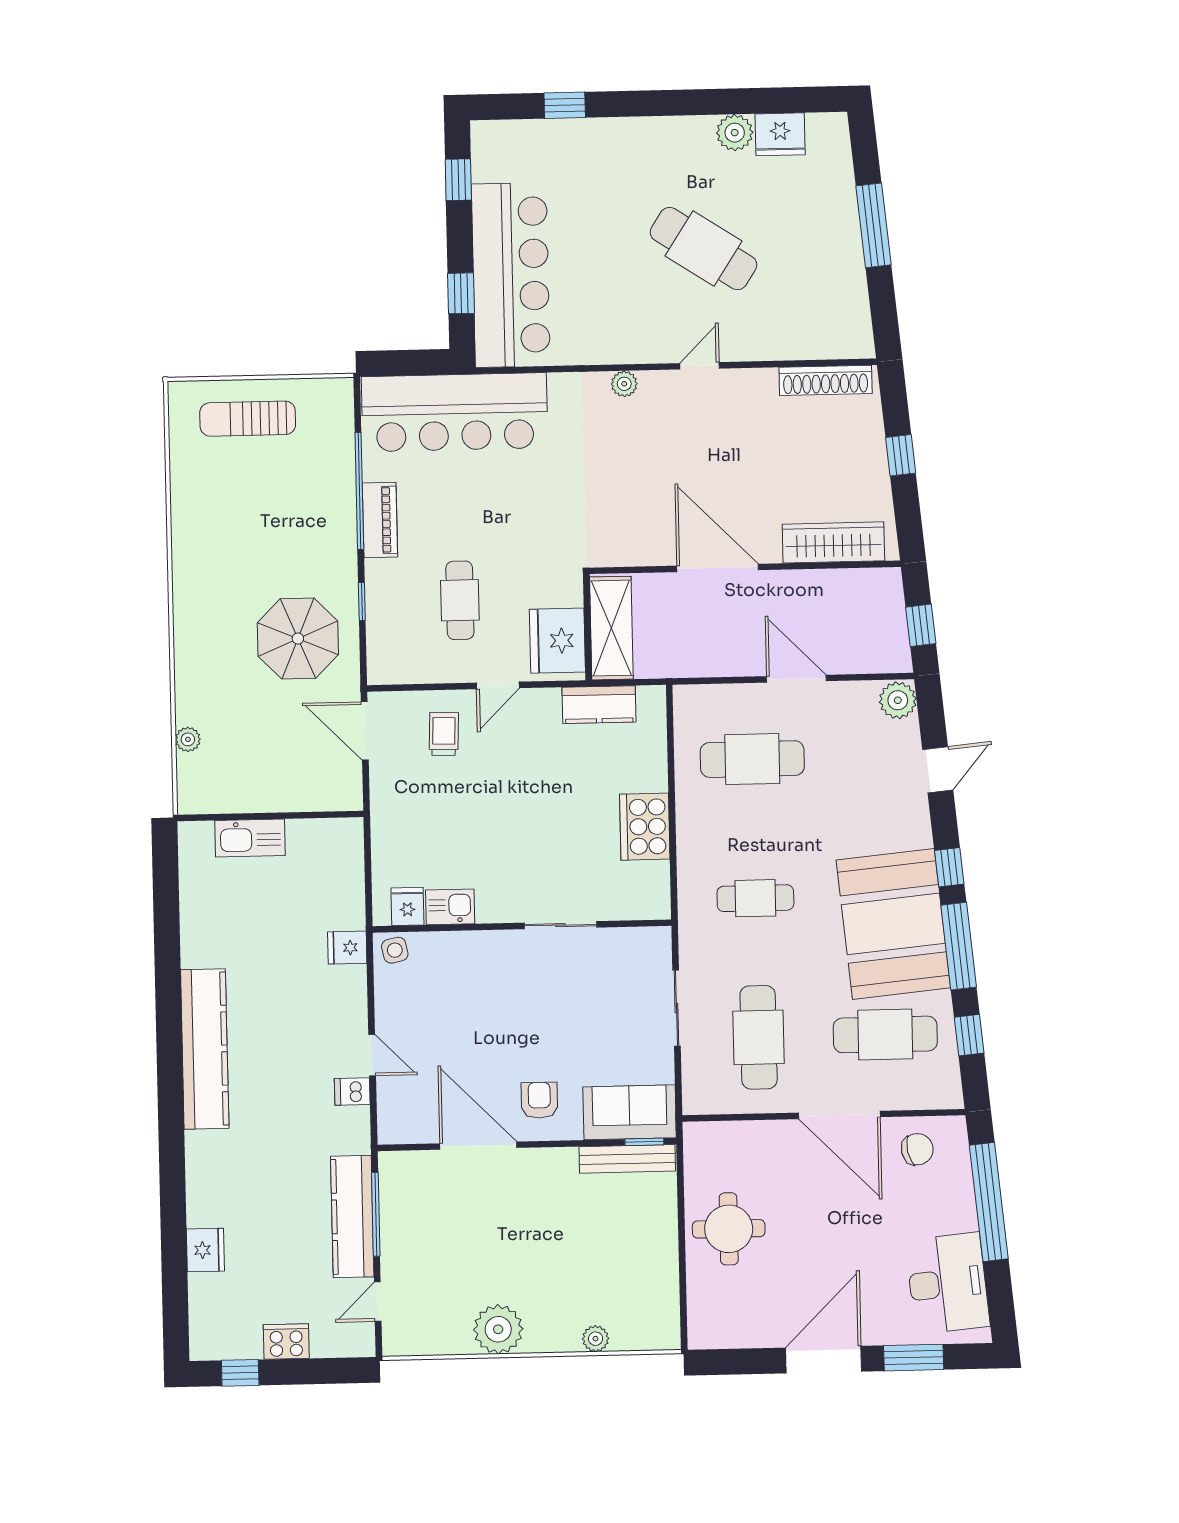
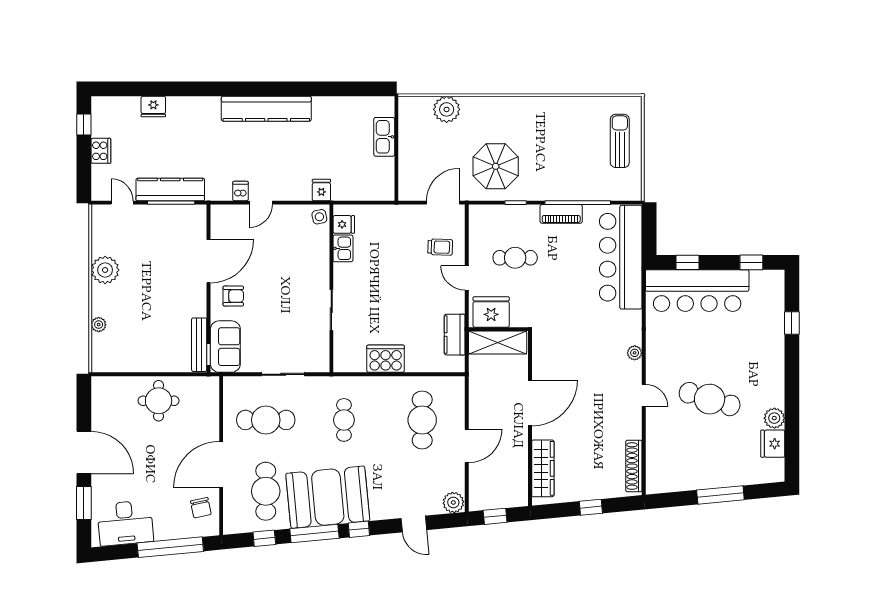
cafe table: (703, 249) -> (710, 399), turned 74
plant: (188, 739) -> (447, 109), width x1.88, depth x1.88

